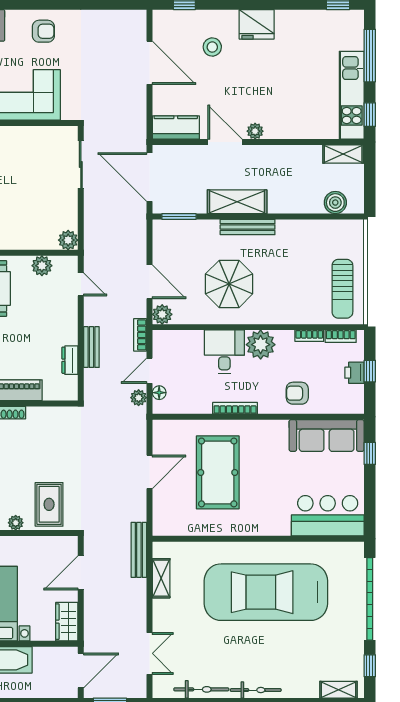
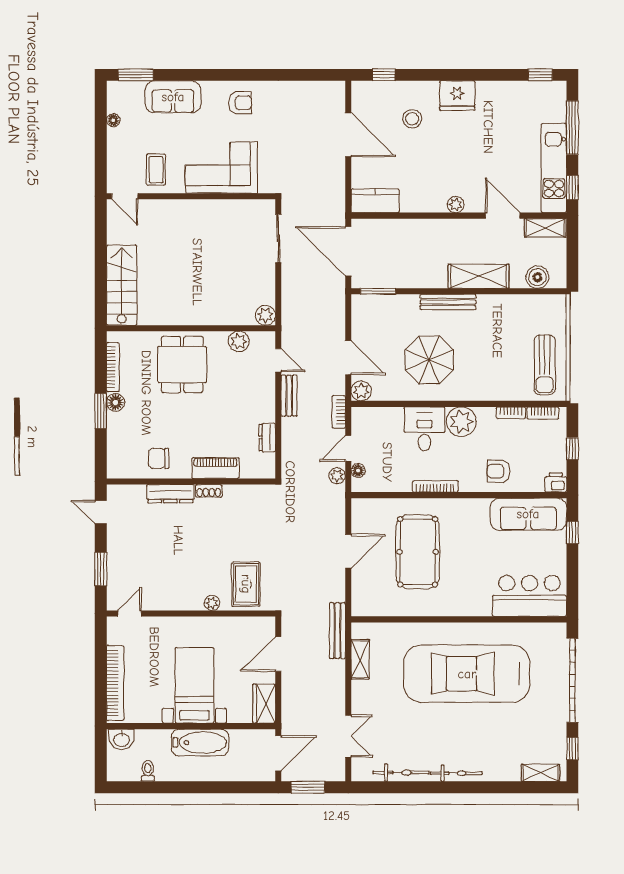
door: (225, 142) -> (503, 216), moved
shelving: (237, 202) -> (479, 276), moved
bench: (91, 347) -> (289, 396), moved
printer: (354, 373) -> (556, 482), moved, turned 90

